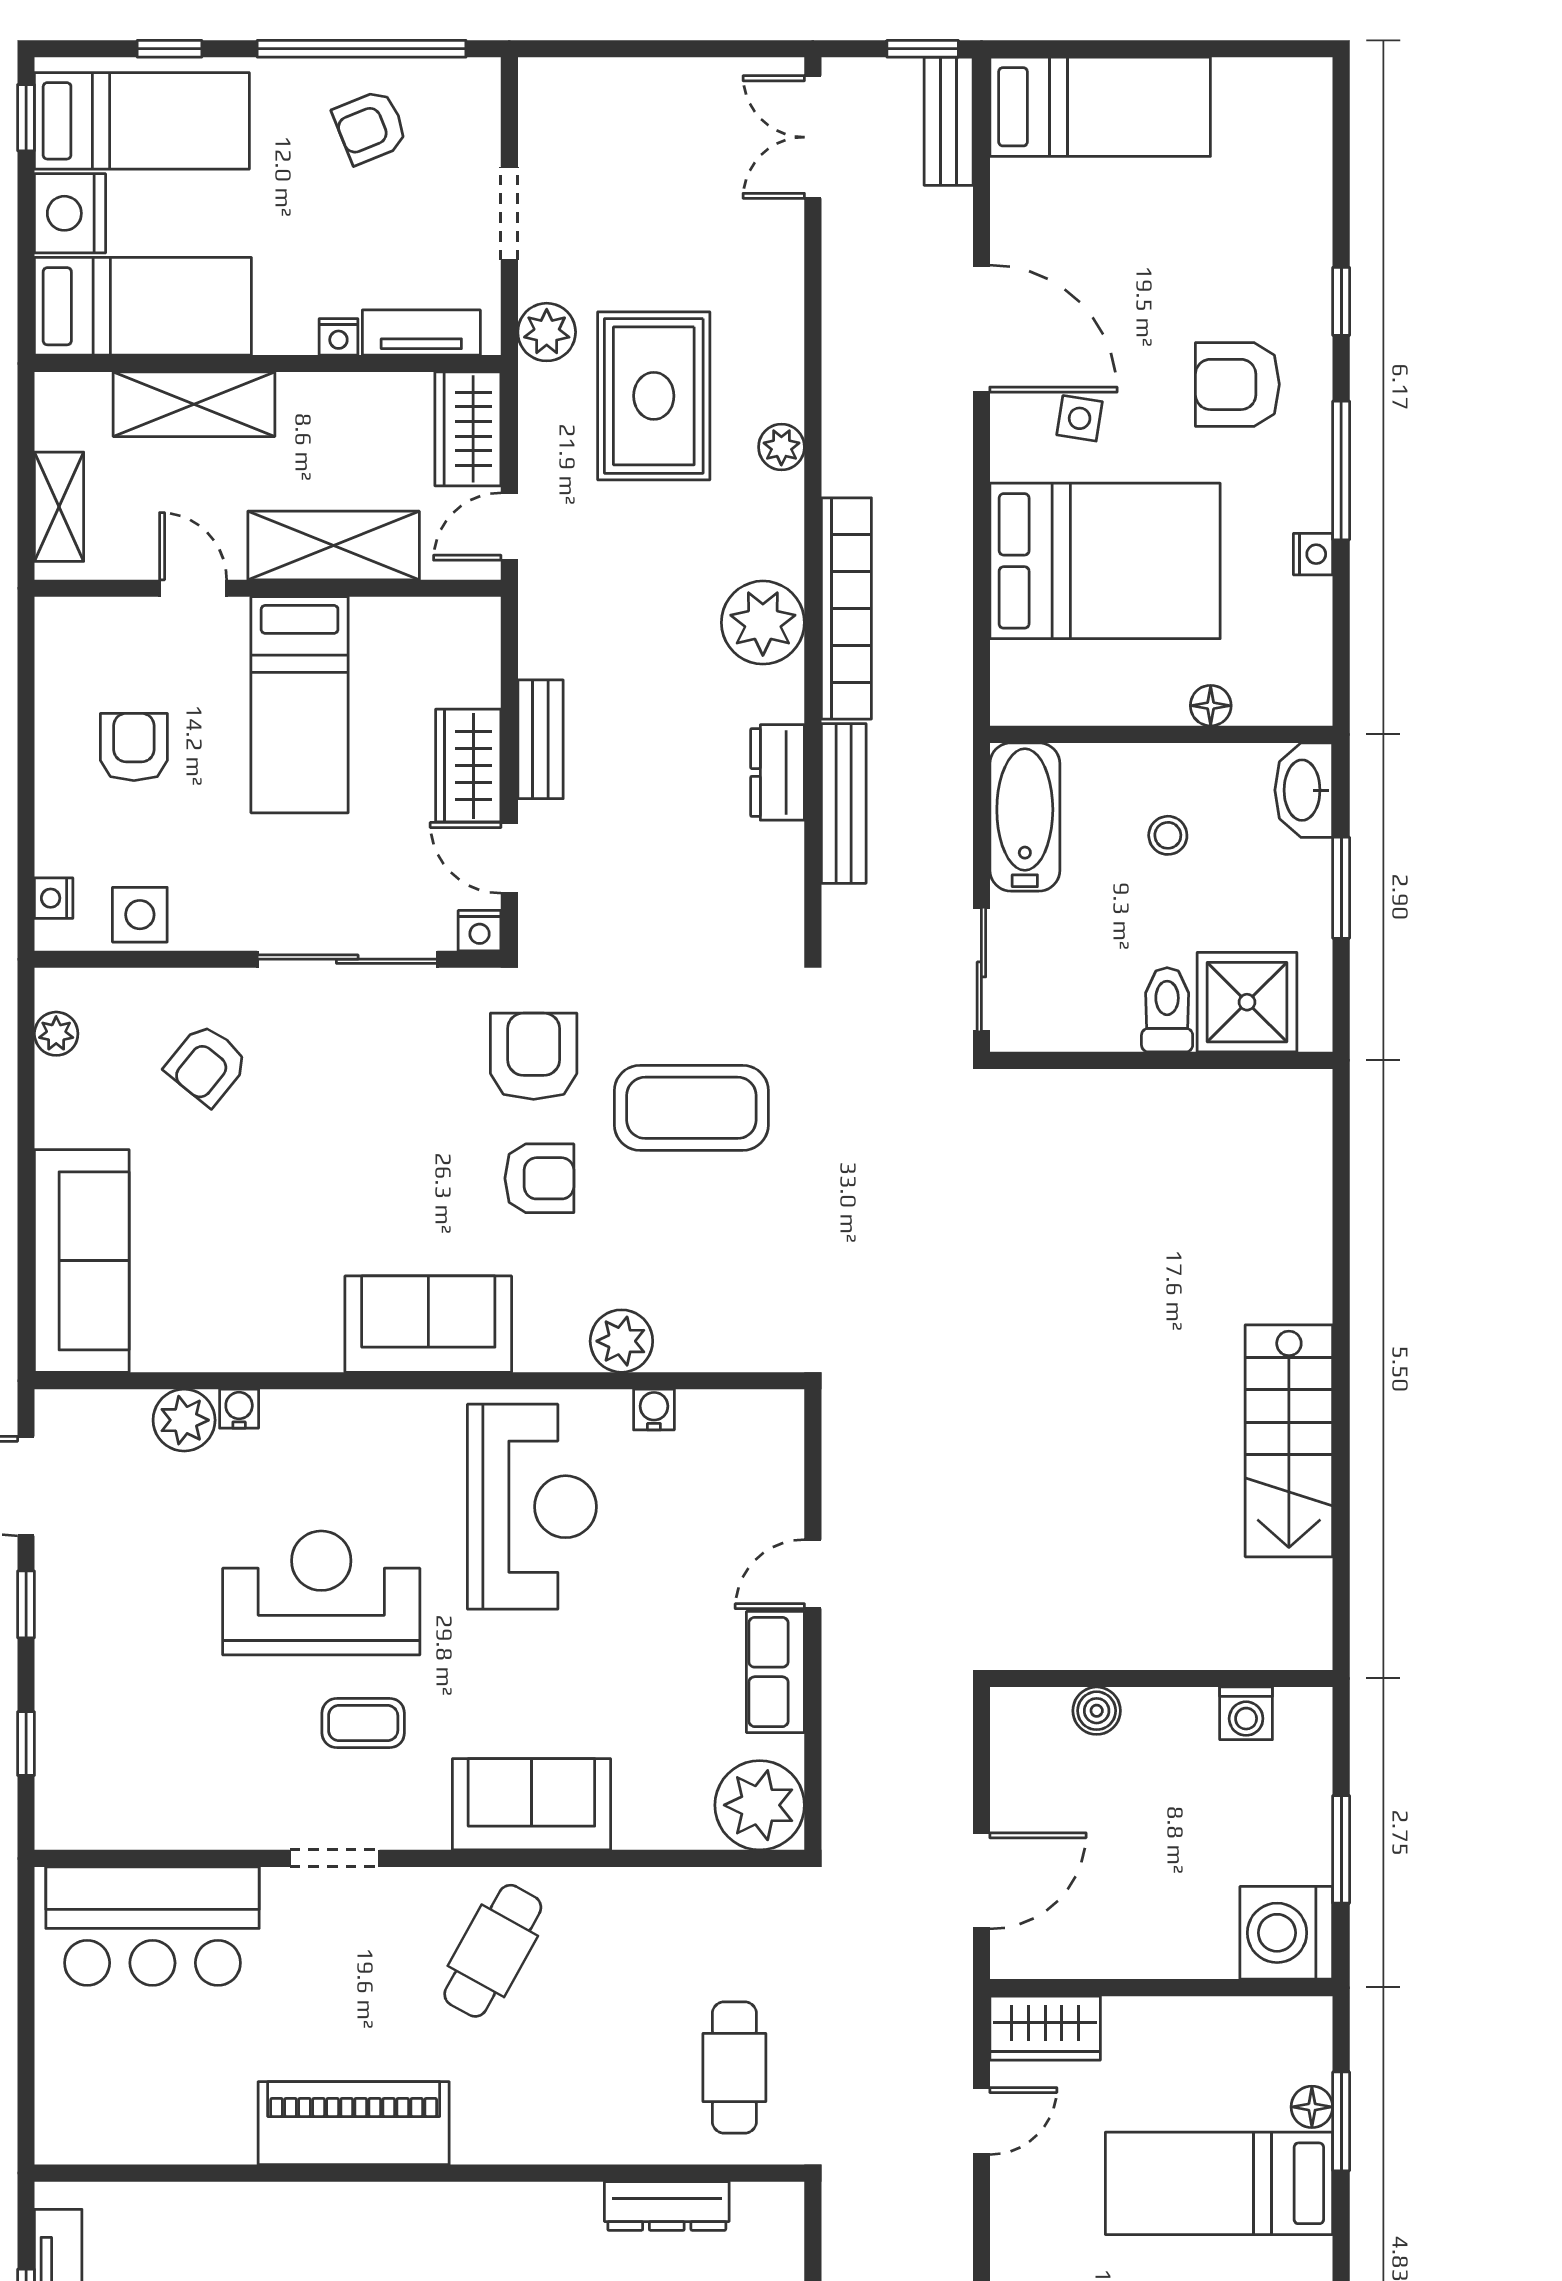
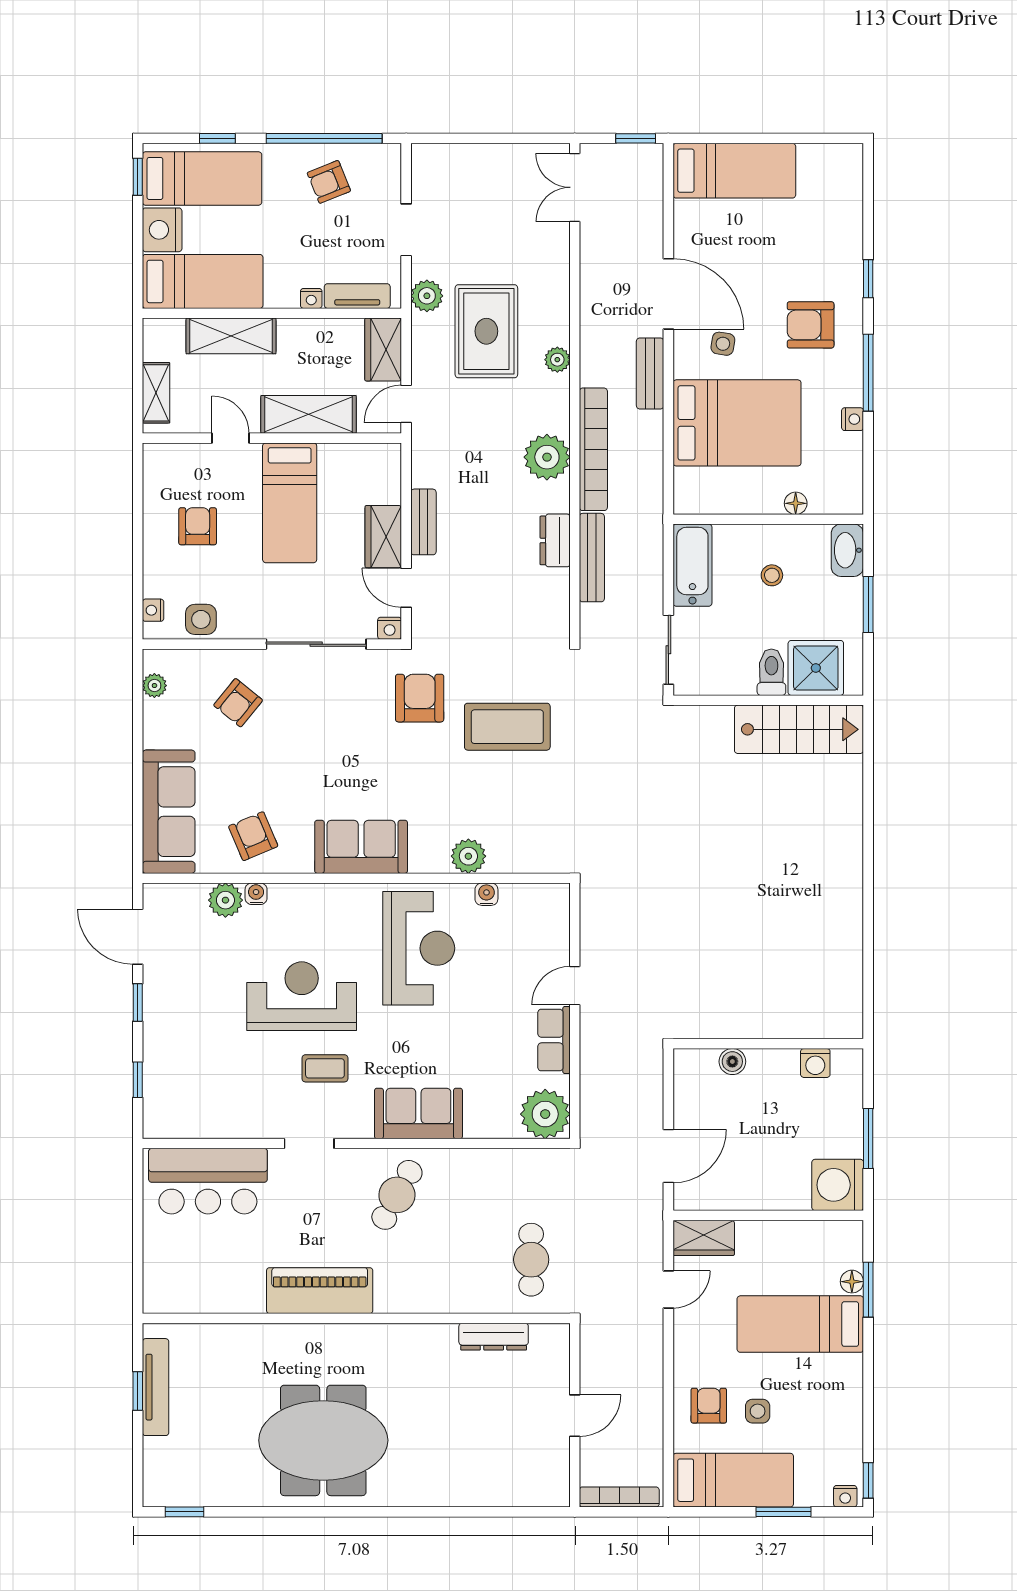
bench: (949, 121) -> (650, 373), moved
armchair: (539, 1178) -> (253, 836), moved, turned -113
stairs: (1289, 1441) -> (799, 729), moved, turned -90

